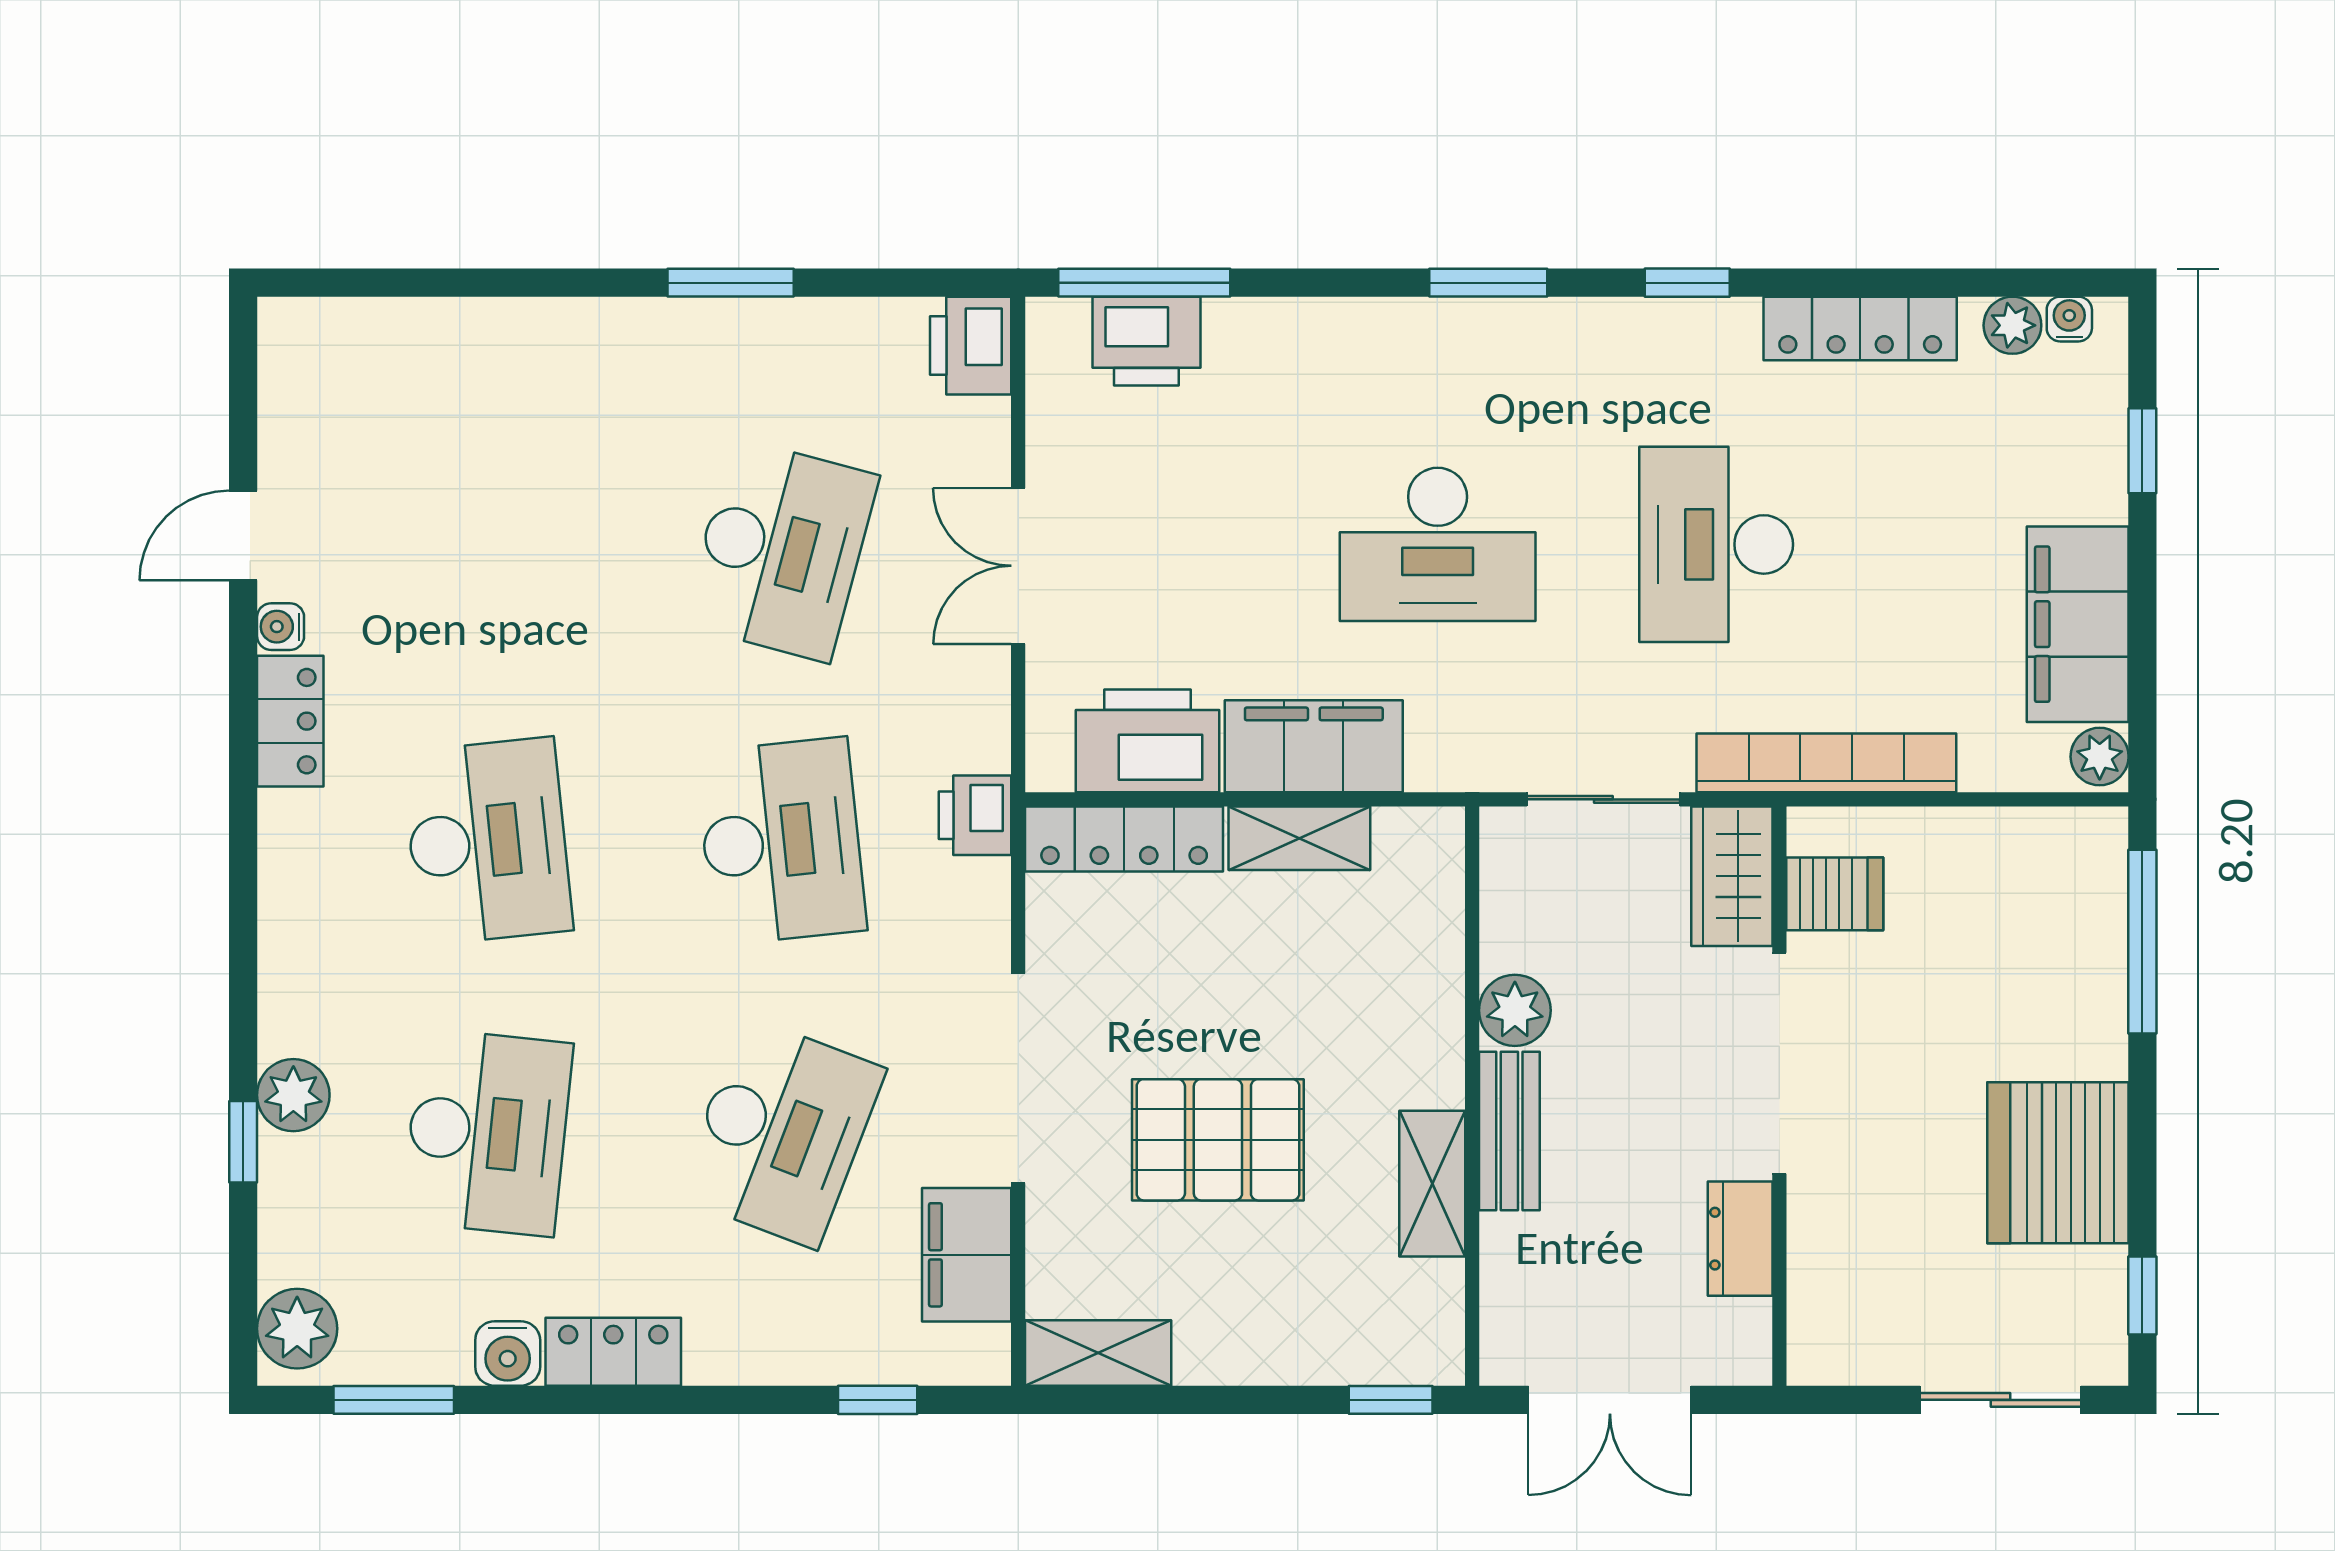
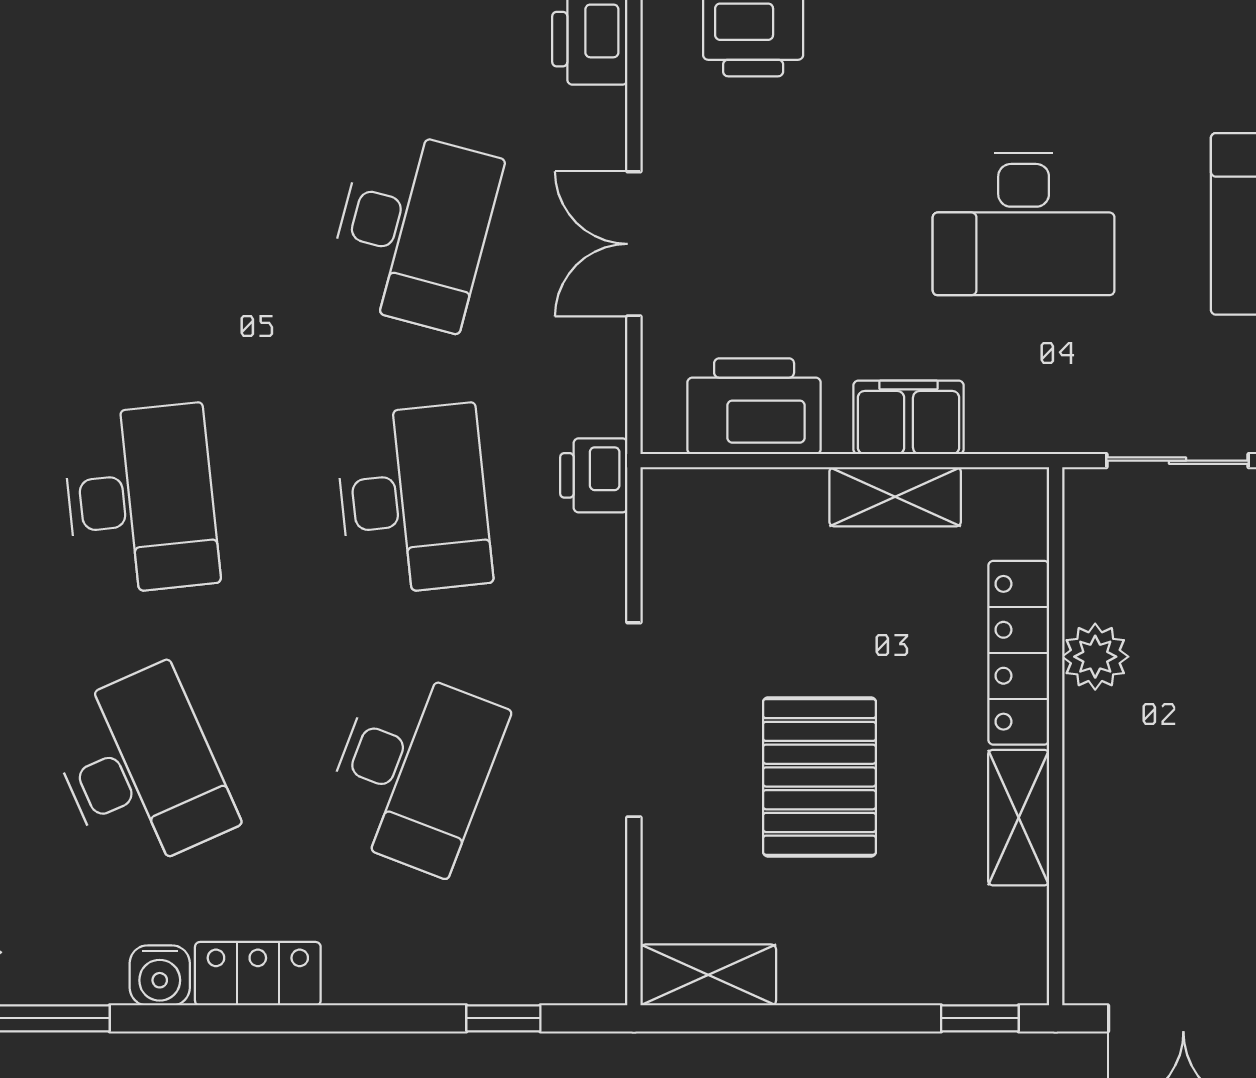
filing cabinet: (1314, 746) -> (909, 417), width x0.67, depth x0.86
locker: (1124, 839) -> (1019, 653), moved, turned 90
bench: (1509, 1131) -> (1090, 769), removed
desk: (487, 1132) -> (141, 770), turned -30
pallet: (1218, 1140) -> (819, 777), turned 90
filing cabinet: (967, 1255) -> (586, 884), removed

